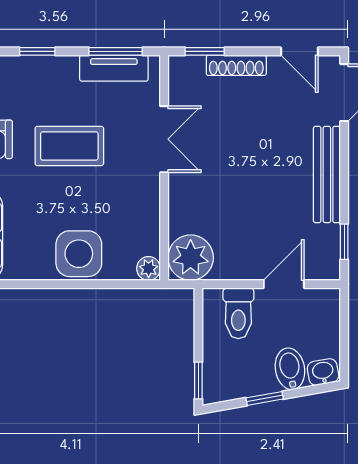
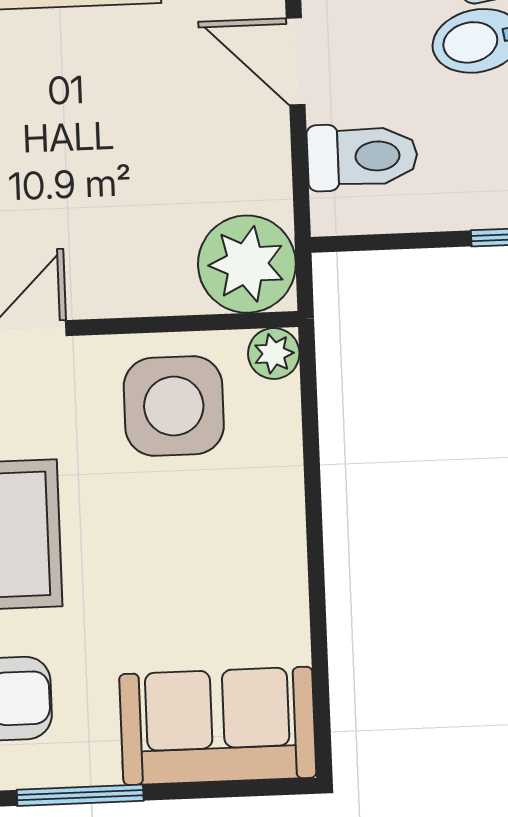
side table: (79, 254) -> (174, 406), moved

